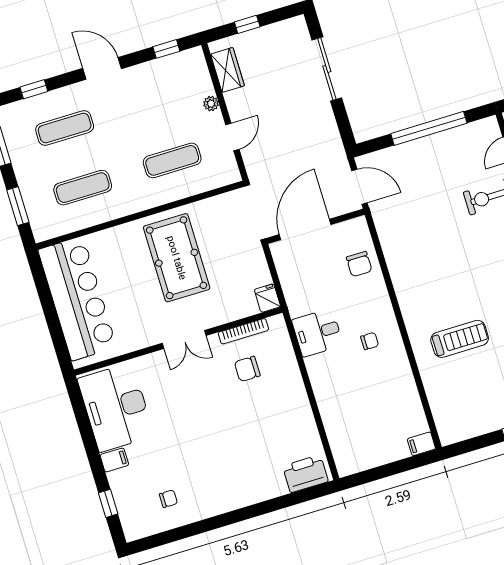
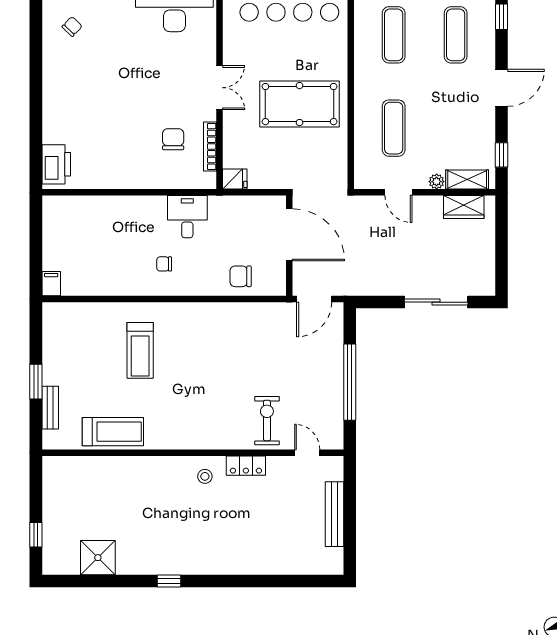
window: (247, 24) -> (502, 239), removed
shelving: (200, 75) -> (467, 180), added
double door: (184, 339) -> (219, 88), swing flipped
chair: (370, 341) -> (164, 264), turned 90
chair: (168, 499) -> (72, 26), turned -136

